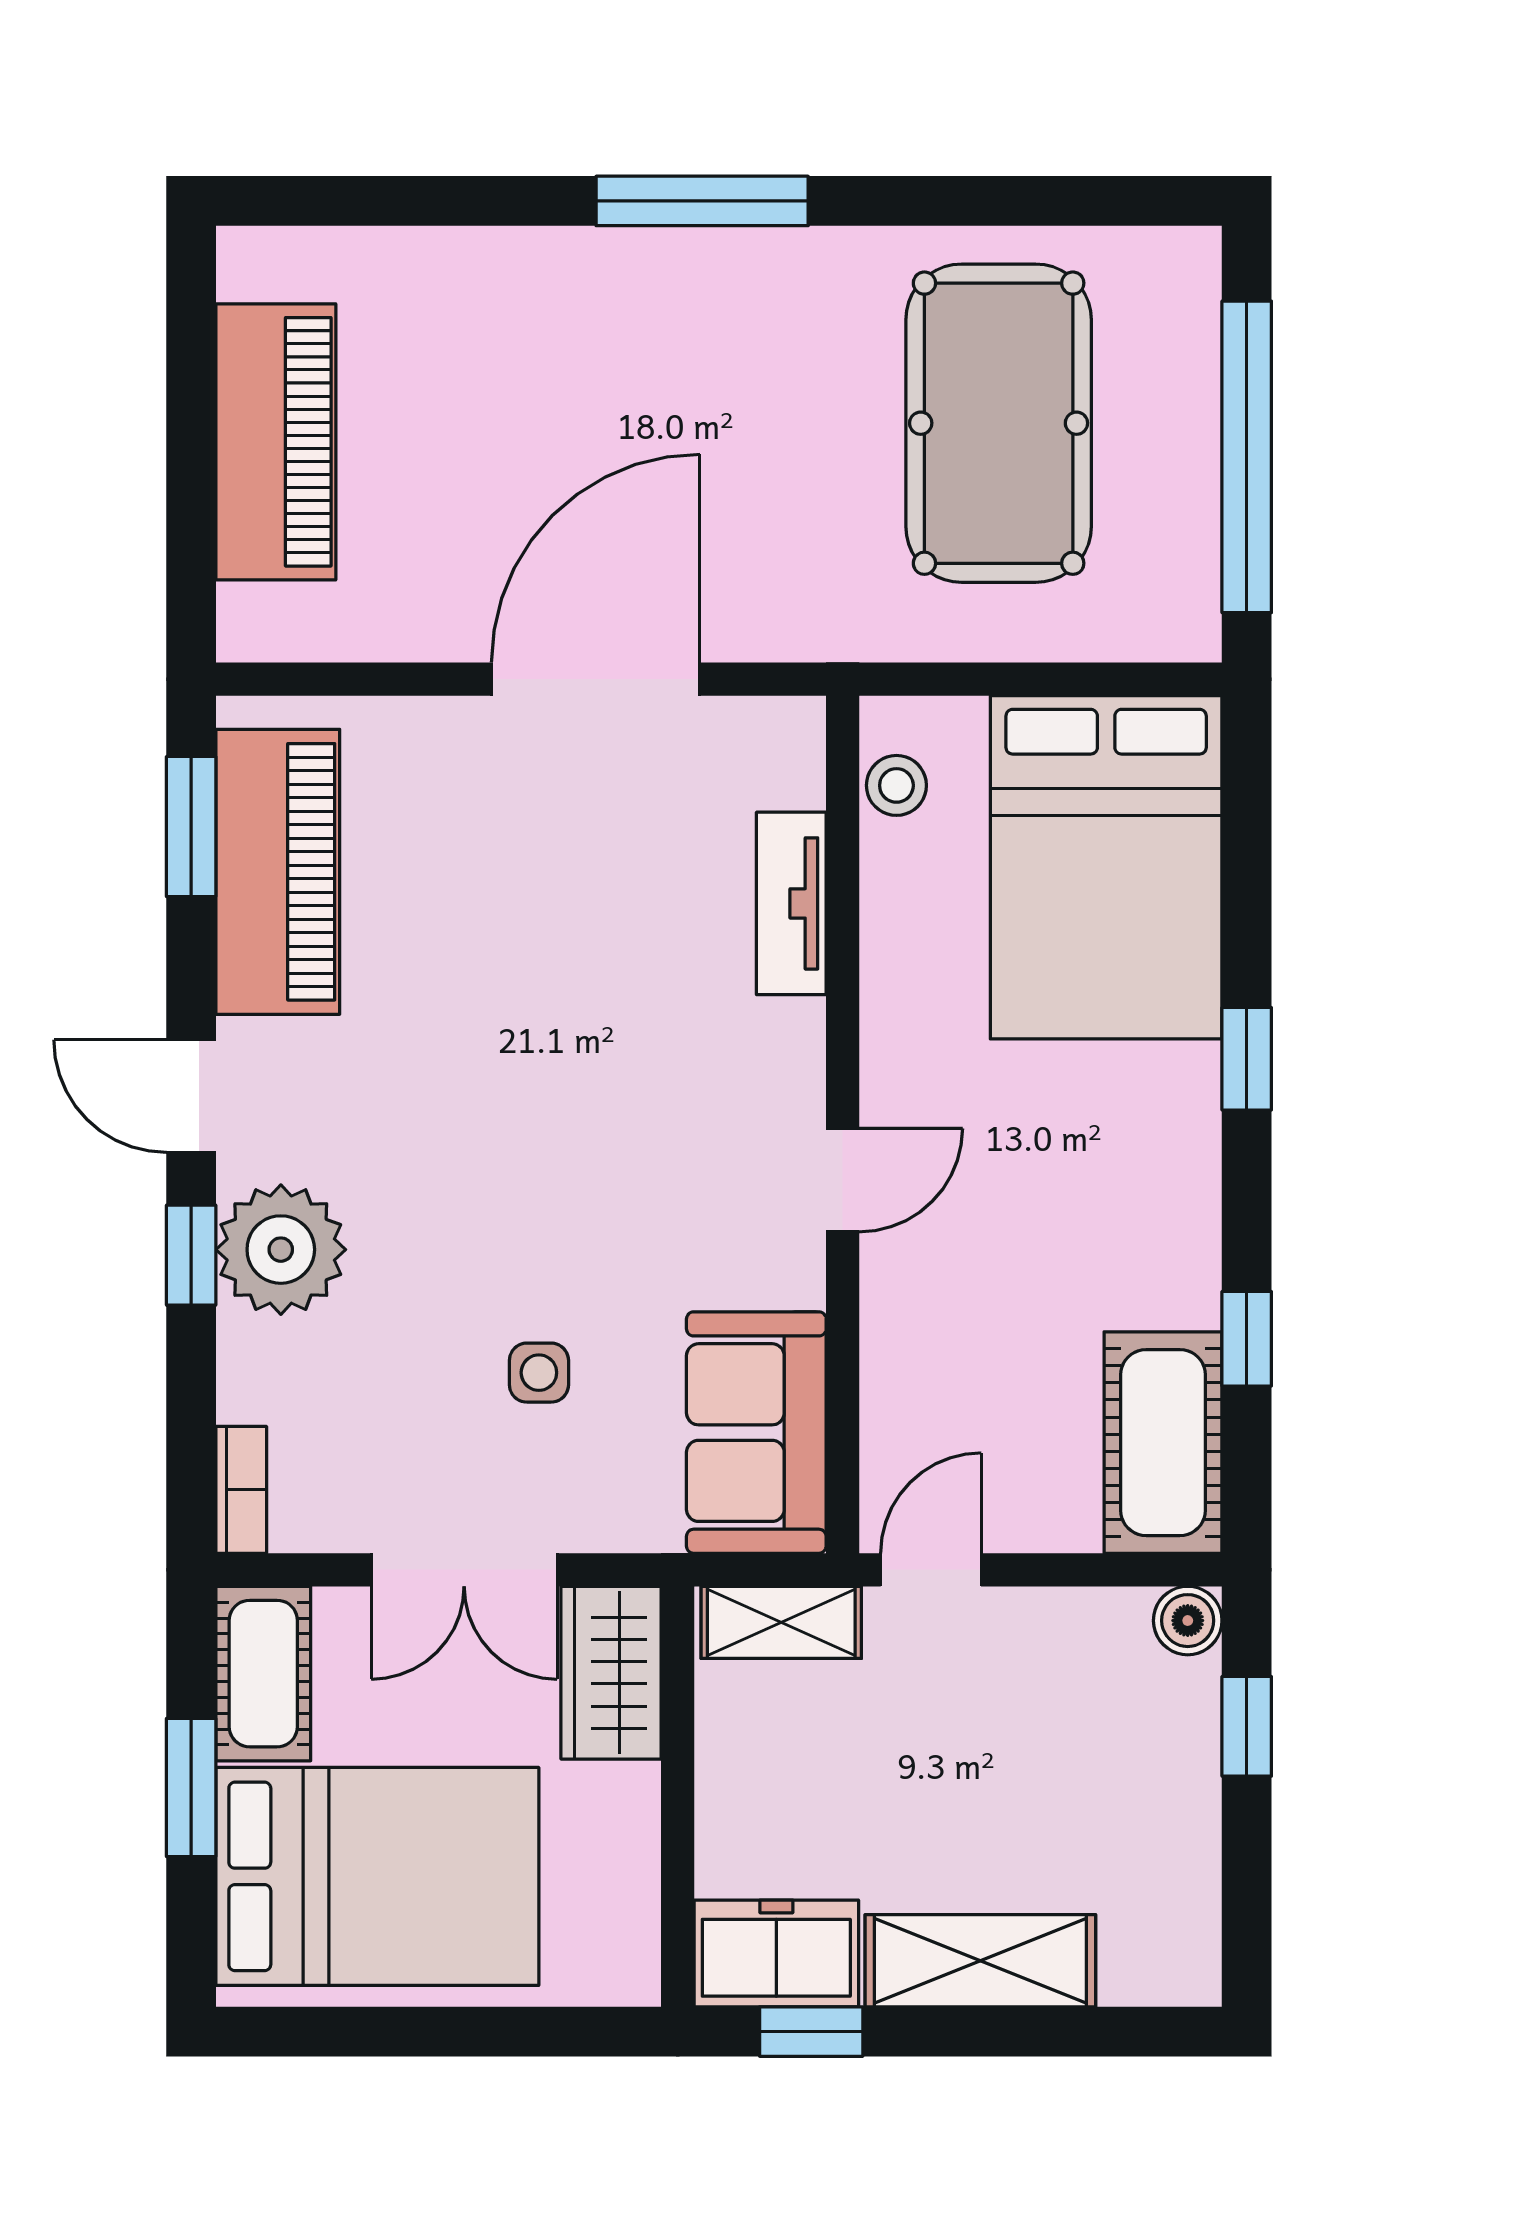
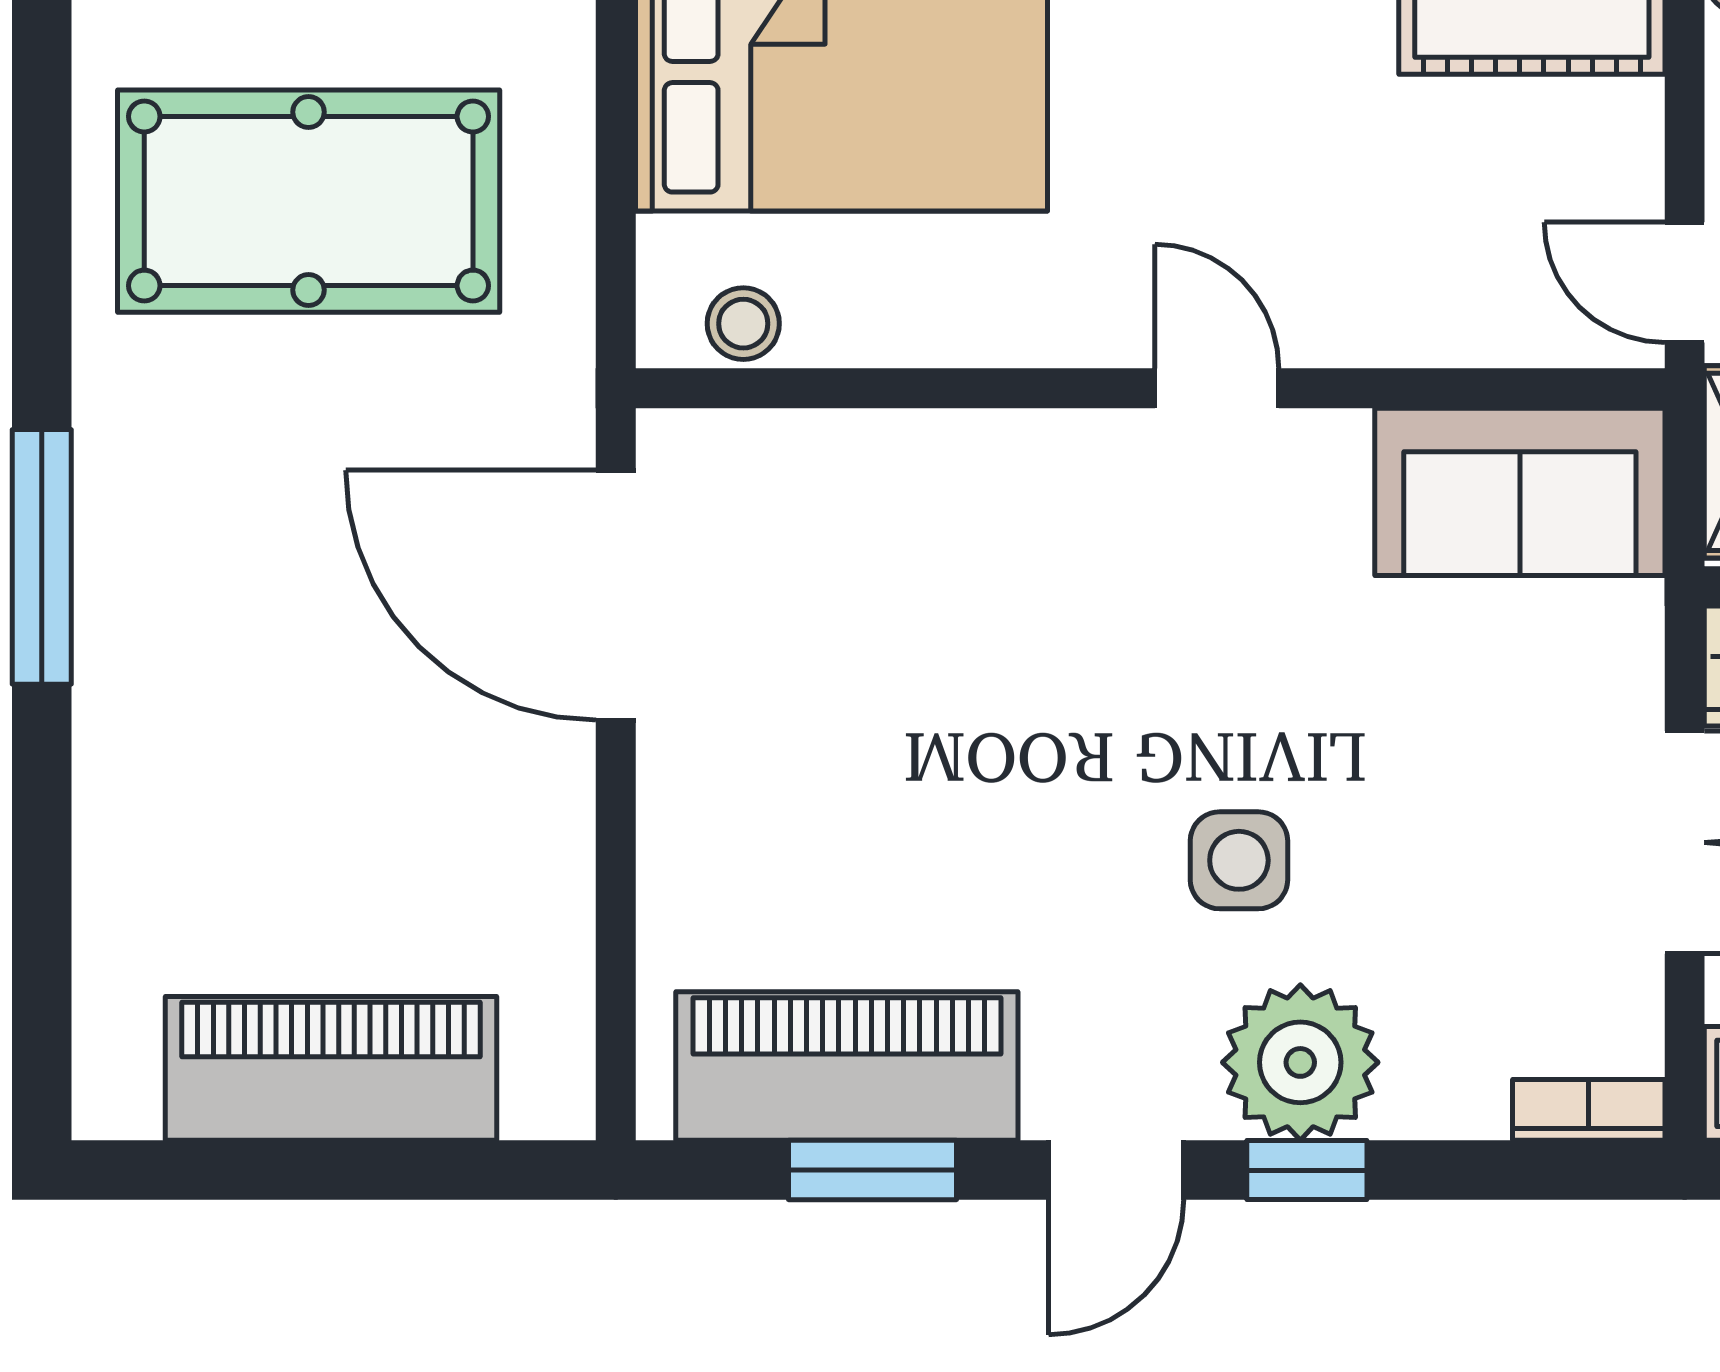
door: (596, 679) -> (616, 595), moved
window: (191, 827) -> (873, 1170), moved
tv unit: (791, 903) -> (885, 450), removed
side table: (539, 1373) -> (1239, 860), moved, width x1.37, depth x1.37

